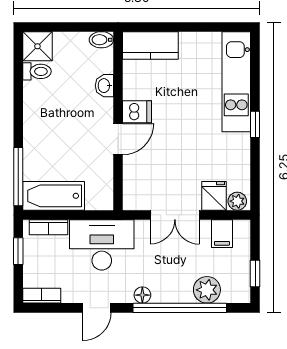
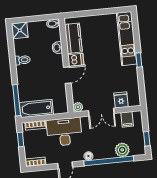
kitchen counter: (150, 45) -> (73, 38), moved, turned -90
toilet: (37, 71) -> (22, 60), moved
plant: (237, 201) -> (78, 107), moved

